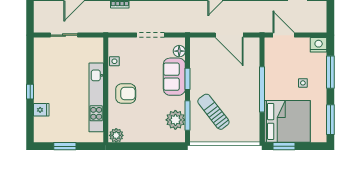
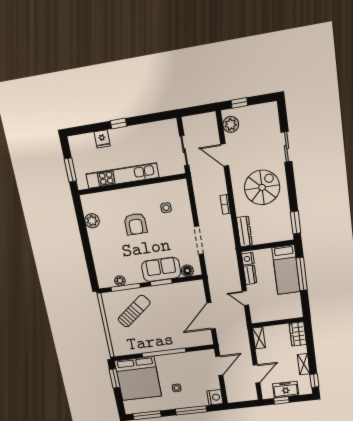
wall: (106, 90) -> (132, 184), moved
kitchen unit: (96, 97) -> (122, 176), moved
plant: (175, 120) -> (120, 281), width x0.53, depth x0.53

